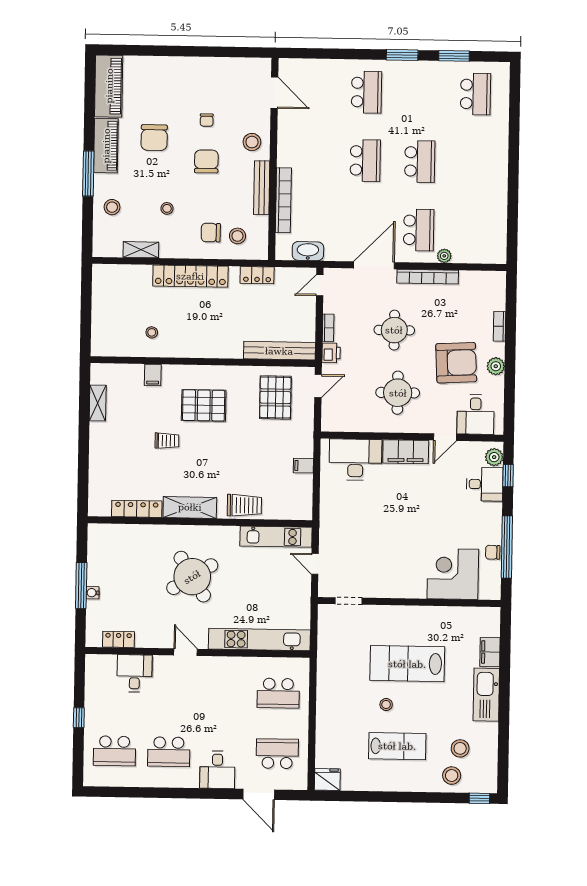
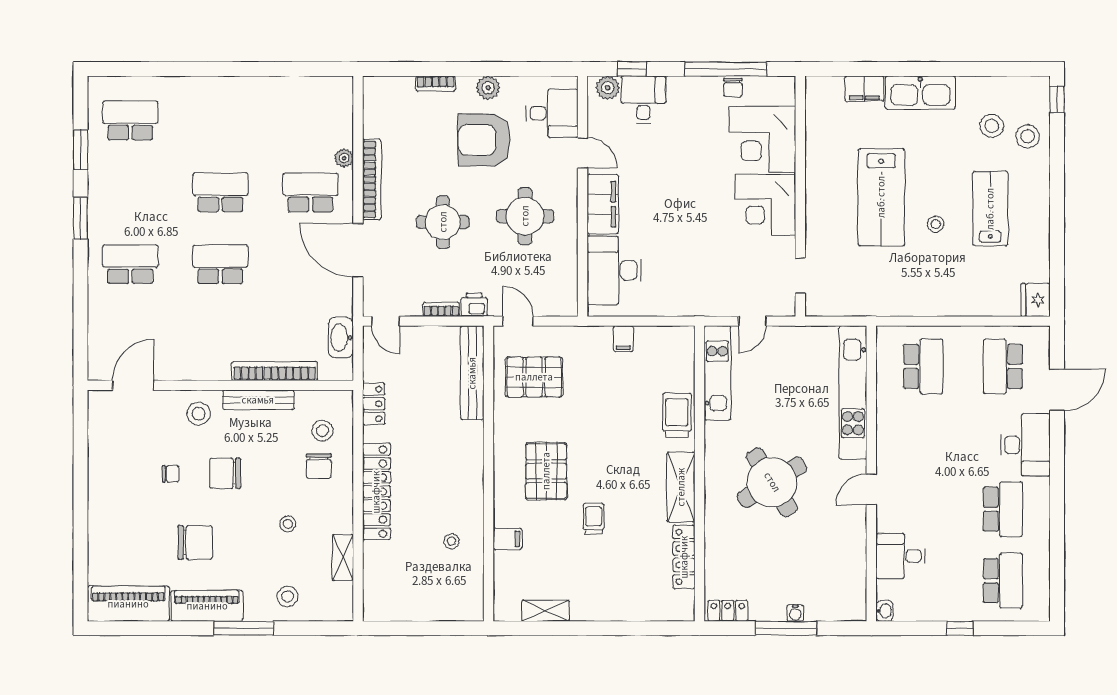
armchair: (456, 363) -> (484, 140), turned -87
corner desk: (403, 575) -> (765, 205), added
locker: (119, 639) -> (728, 611), moved, turned 90
washbasin: (93, 660) -> (884, 611), added
desk: (217, 770) -> (1025, 445), width x1.37

